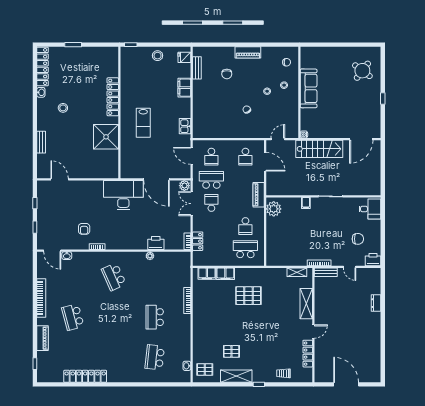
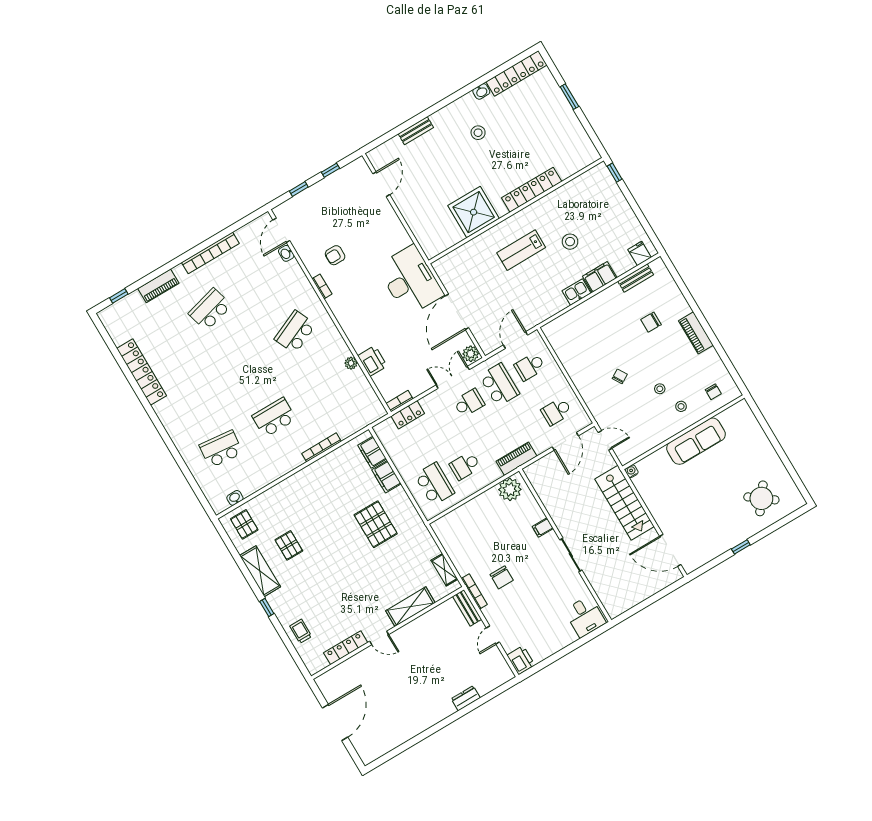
stool: (158, 56) -> (570, 242), moved
kitchen sink: (185, 126) -> (577, 292), moved
chair: (358, 239) -> (502, 577), moved

